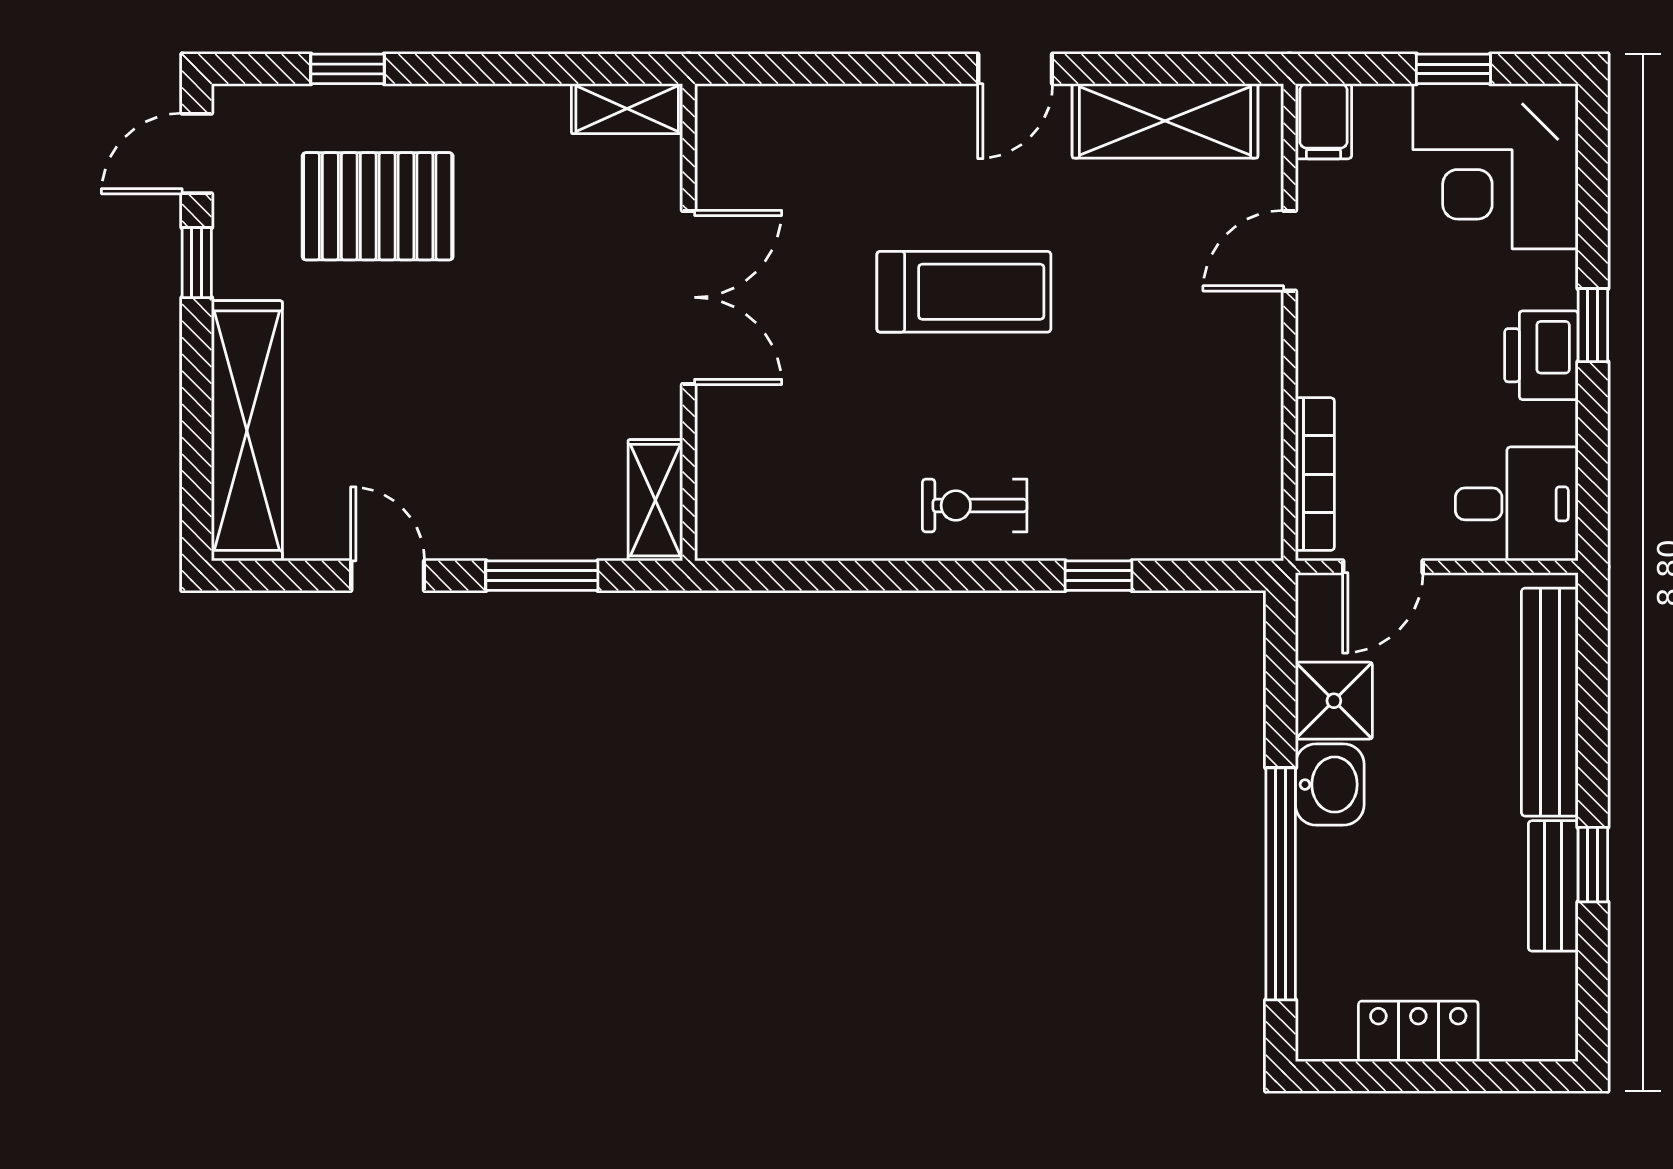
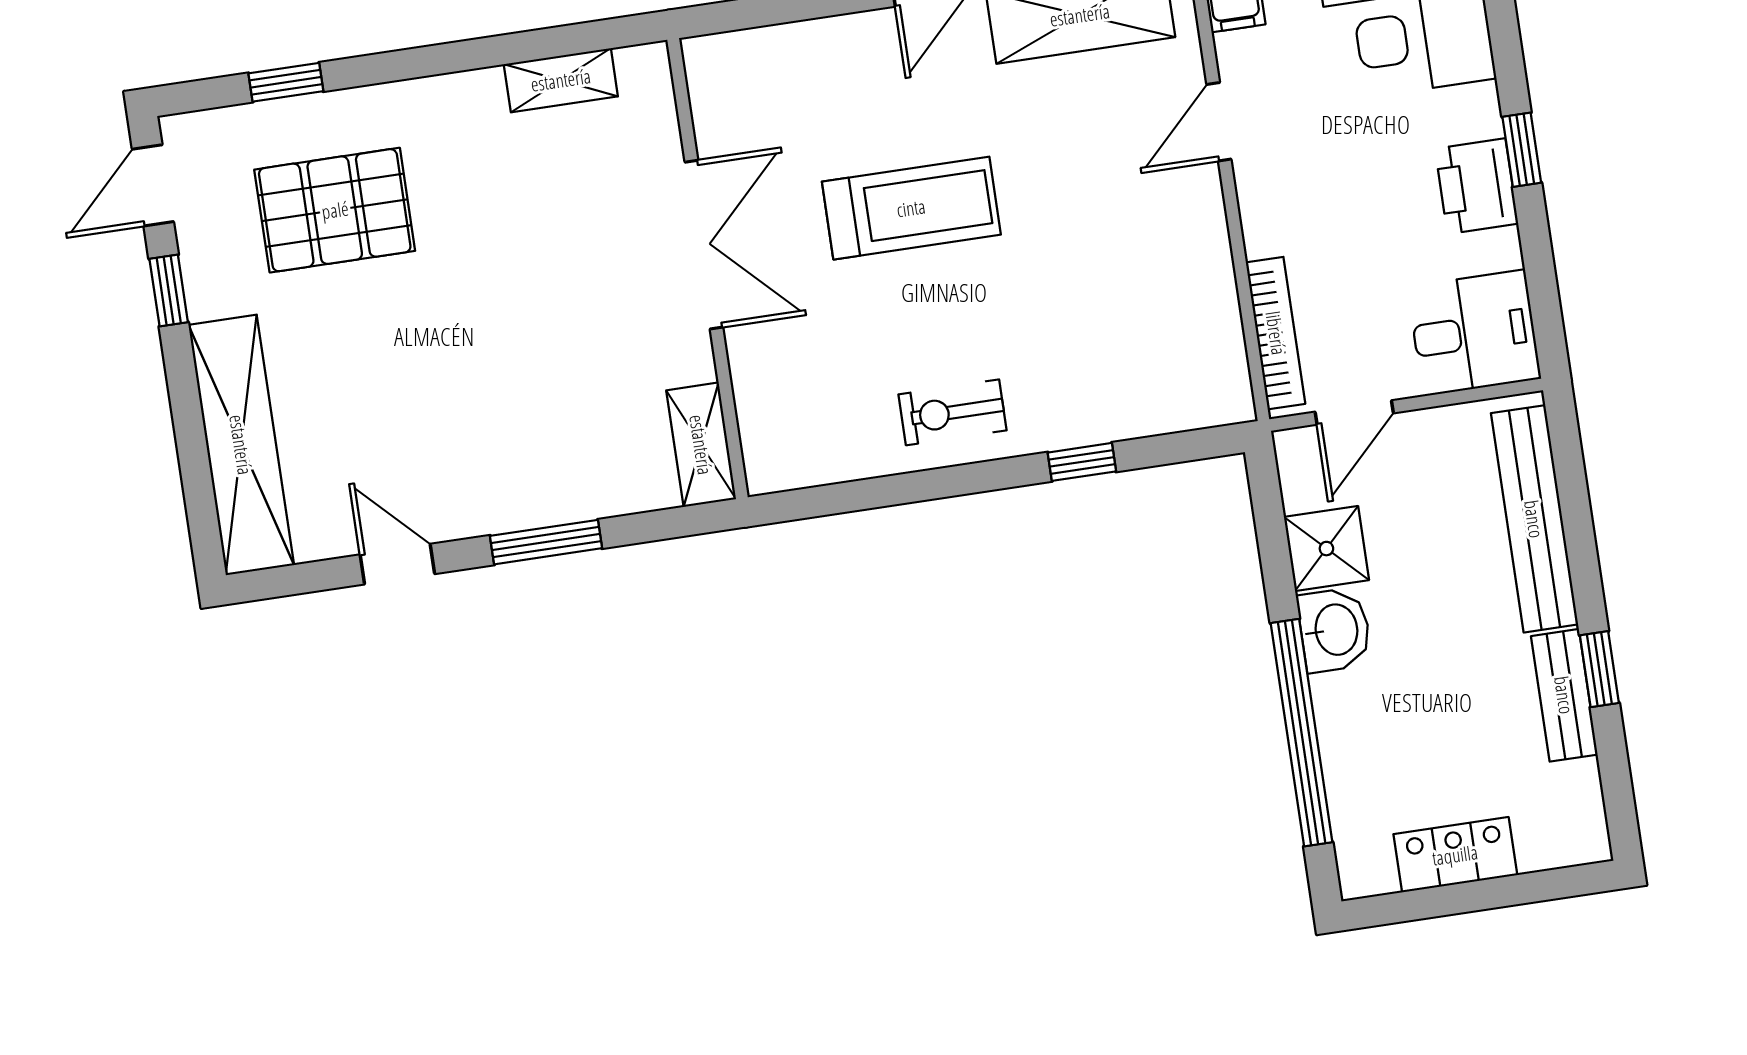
double door: (689, 297) -> (704, 245), moved
wall: (689, 322) -> (707, 269), moved
shelving: (655, 500) -> (701, 445), moved

